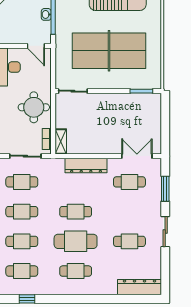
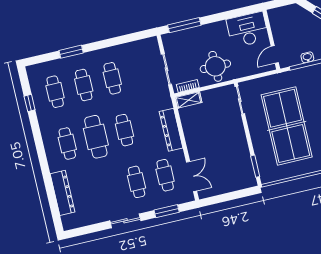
cafe table: (22, 182) -> (141, 72), removed
cafe table: (129, 241) -> (137, 182), moved
dresser: (139, 287) -> (63, 193), moved

